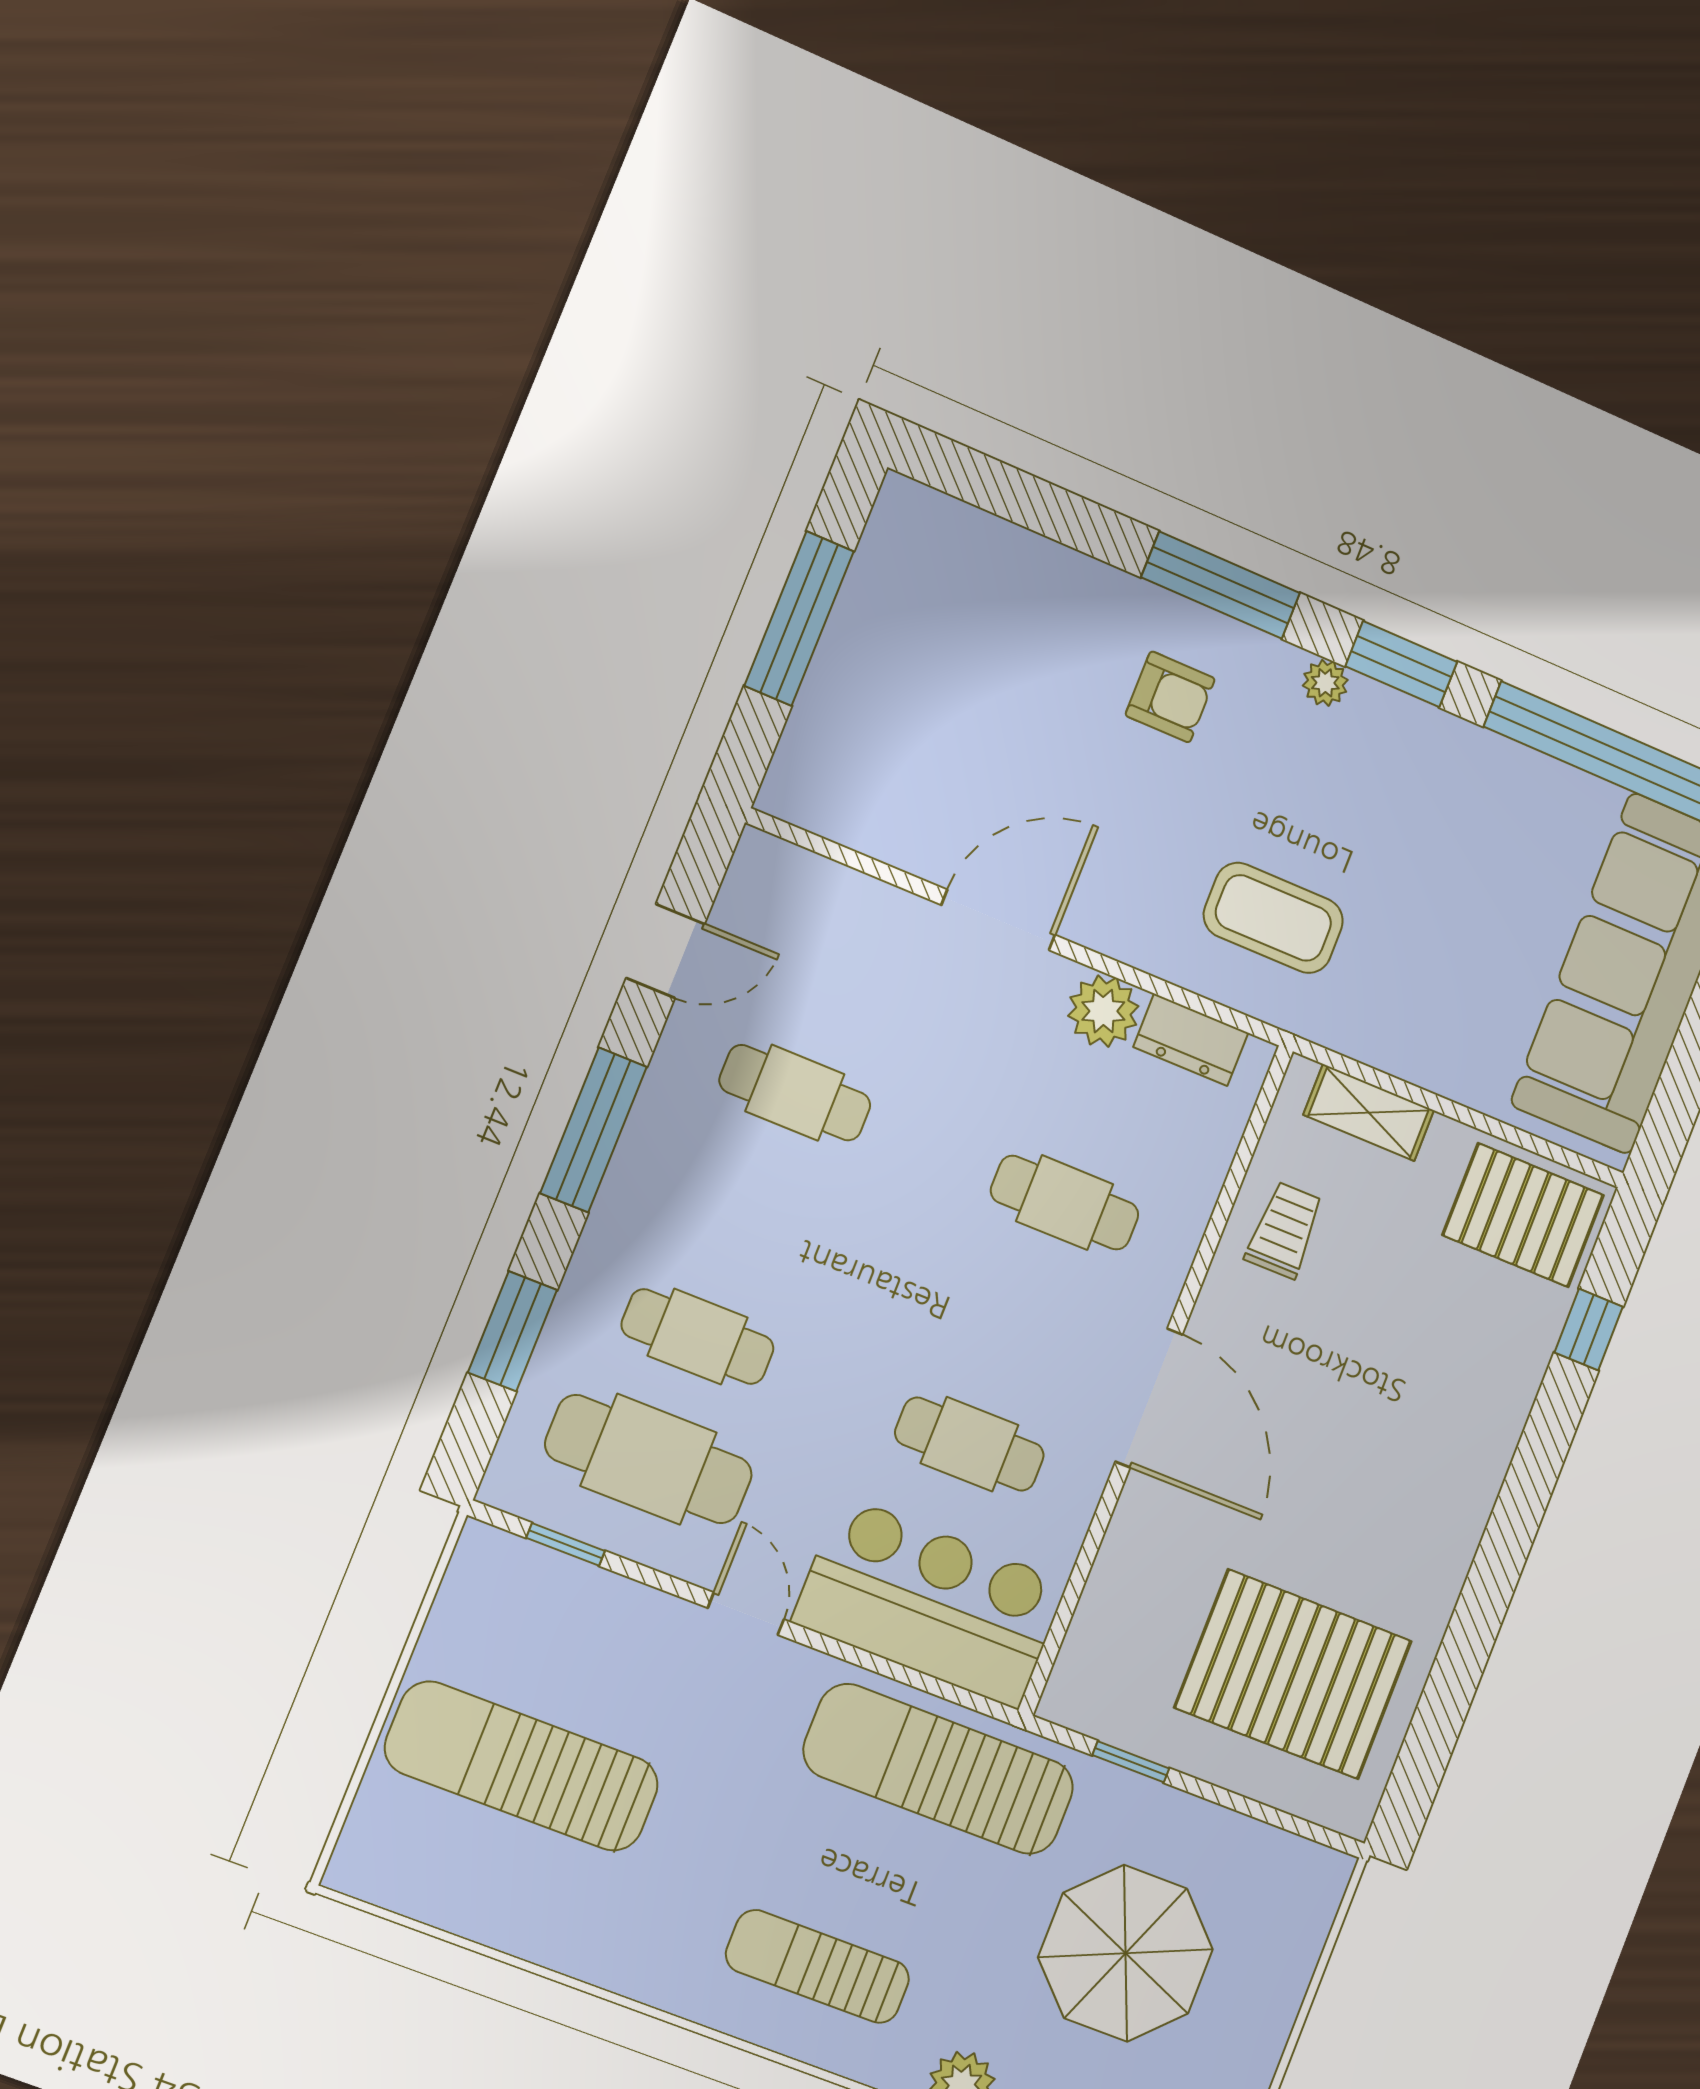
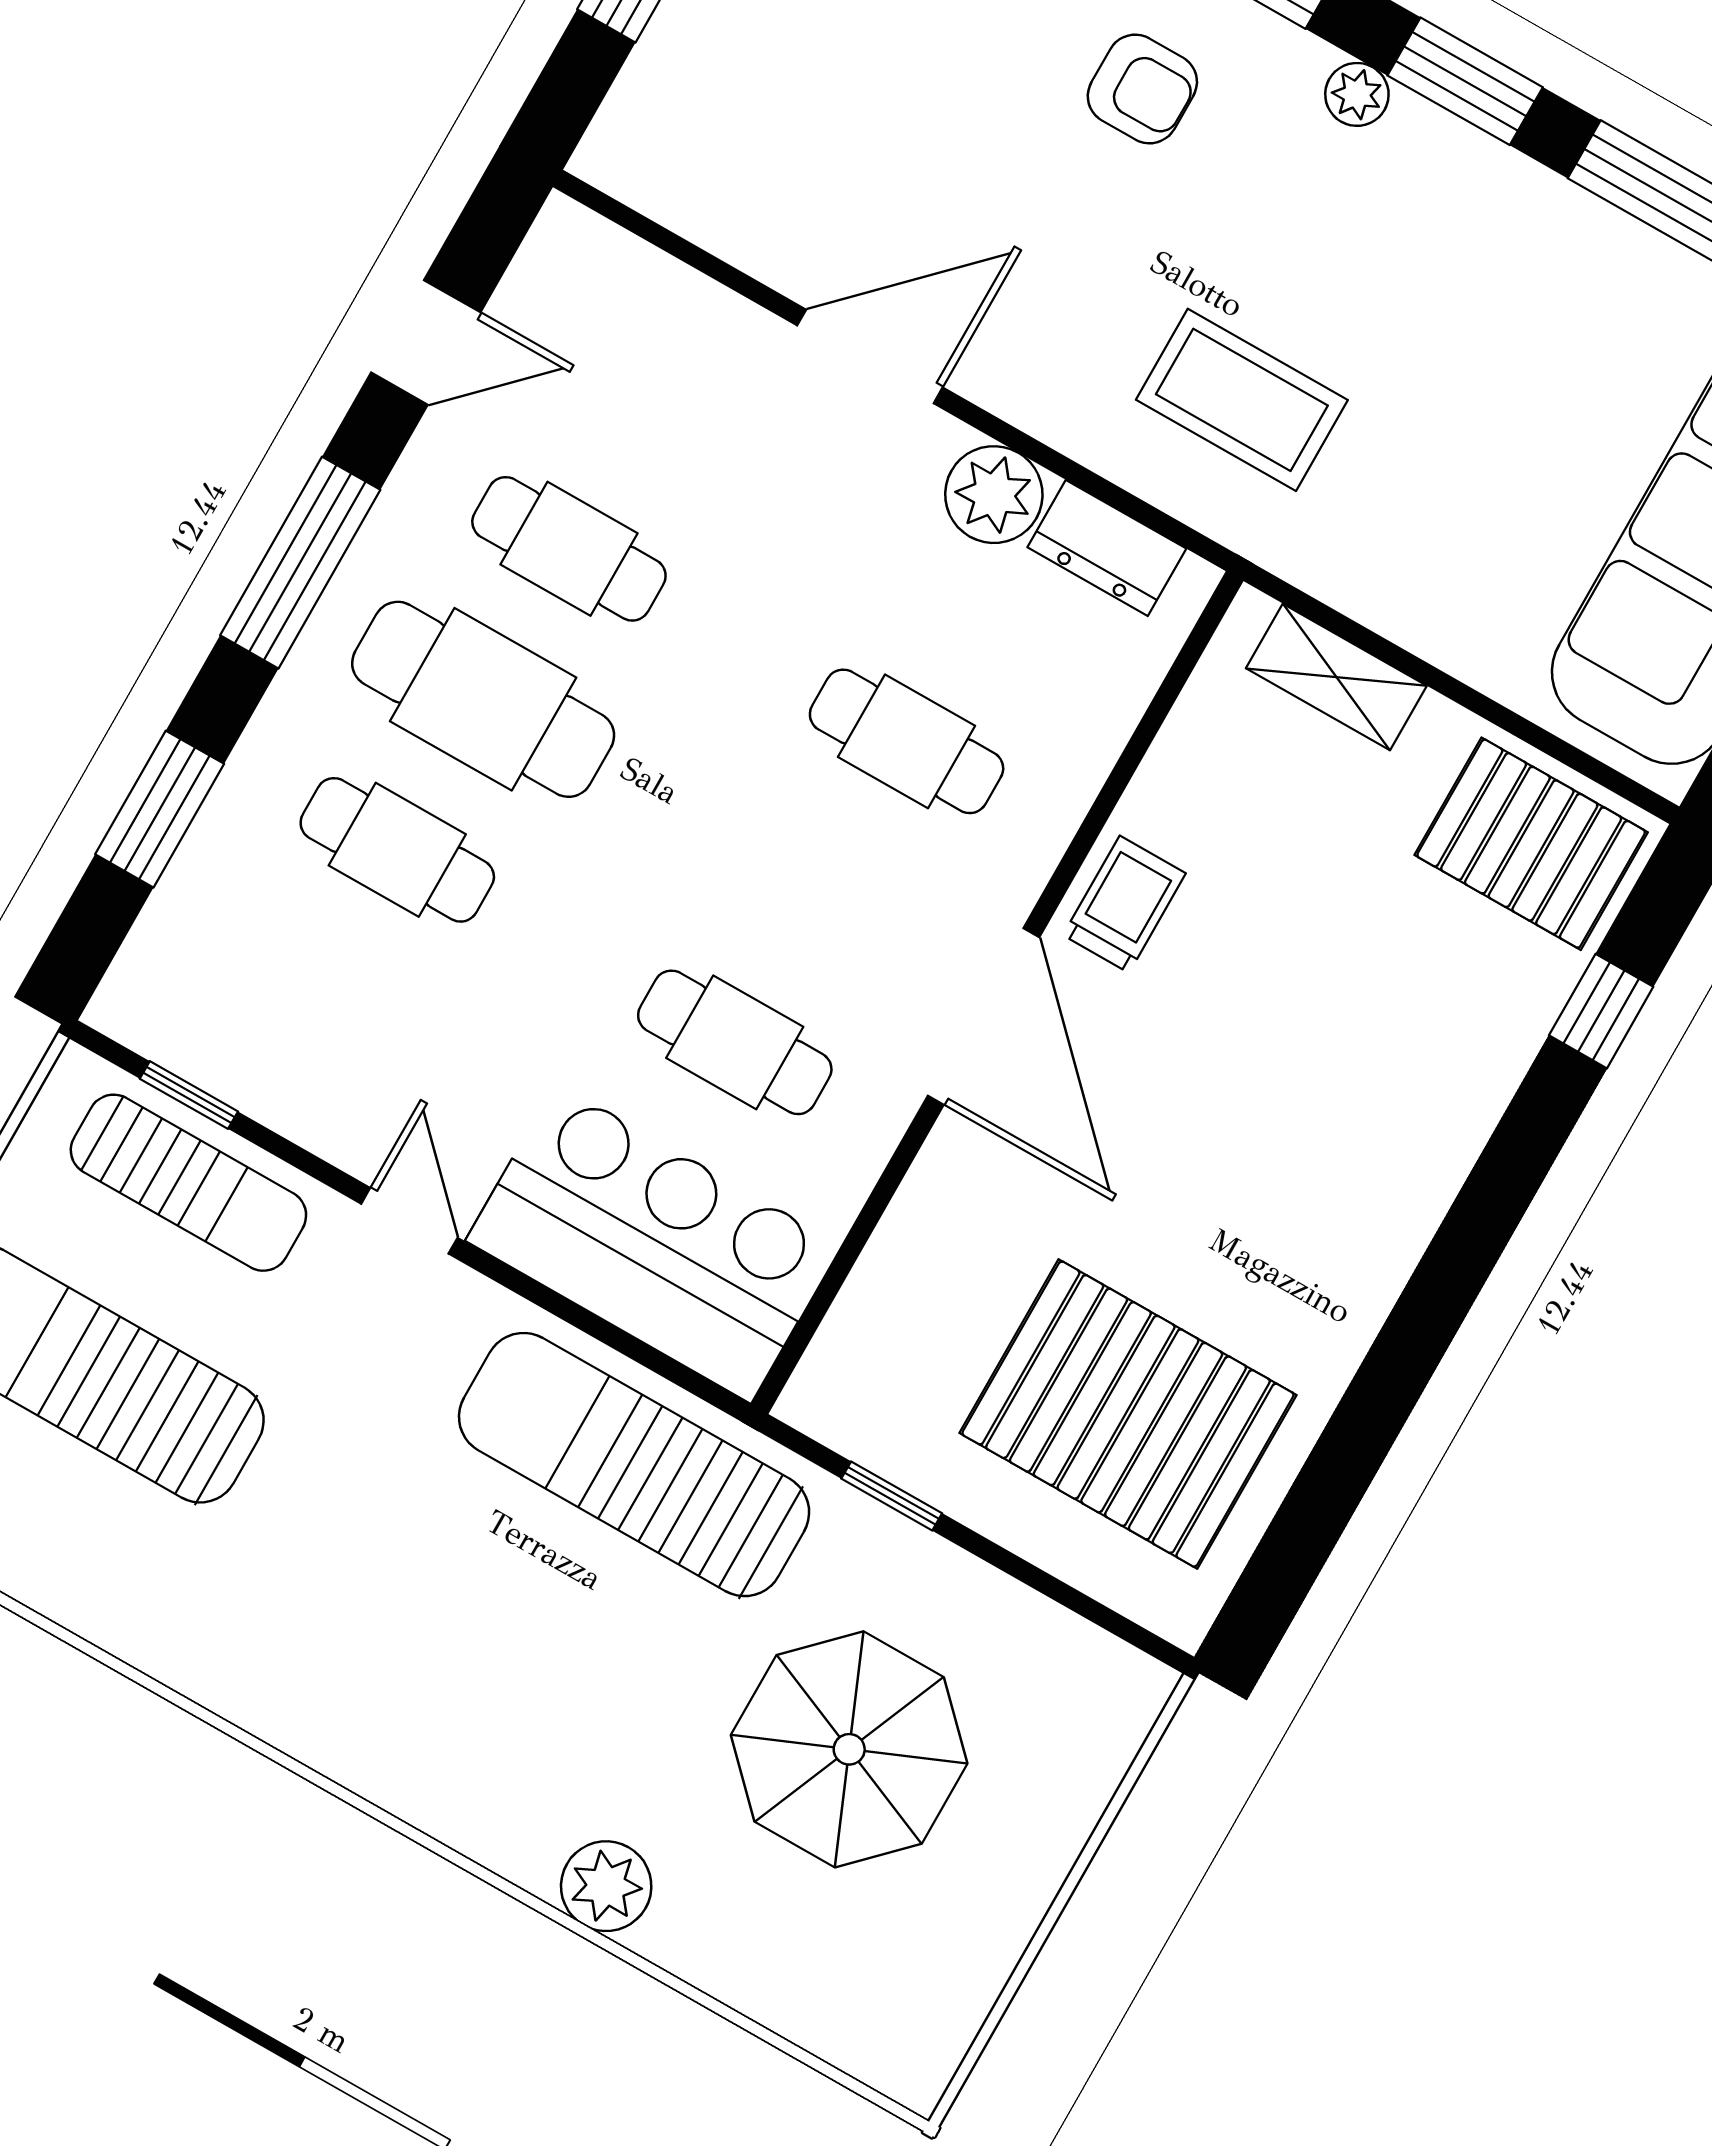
trolley: (1284, 1230) -> (1124, 904), moved
cafe table: (649, 1459) -> (483, 699), moved
sun lounger: (818, 1967) -> (188, 1183), moved, turned 180

